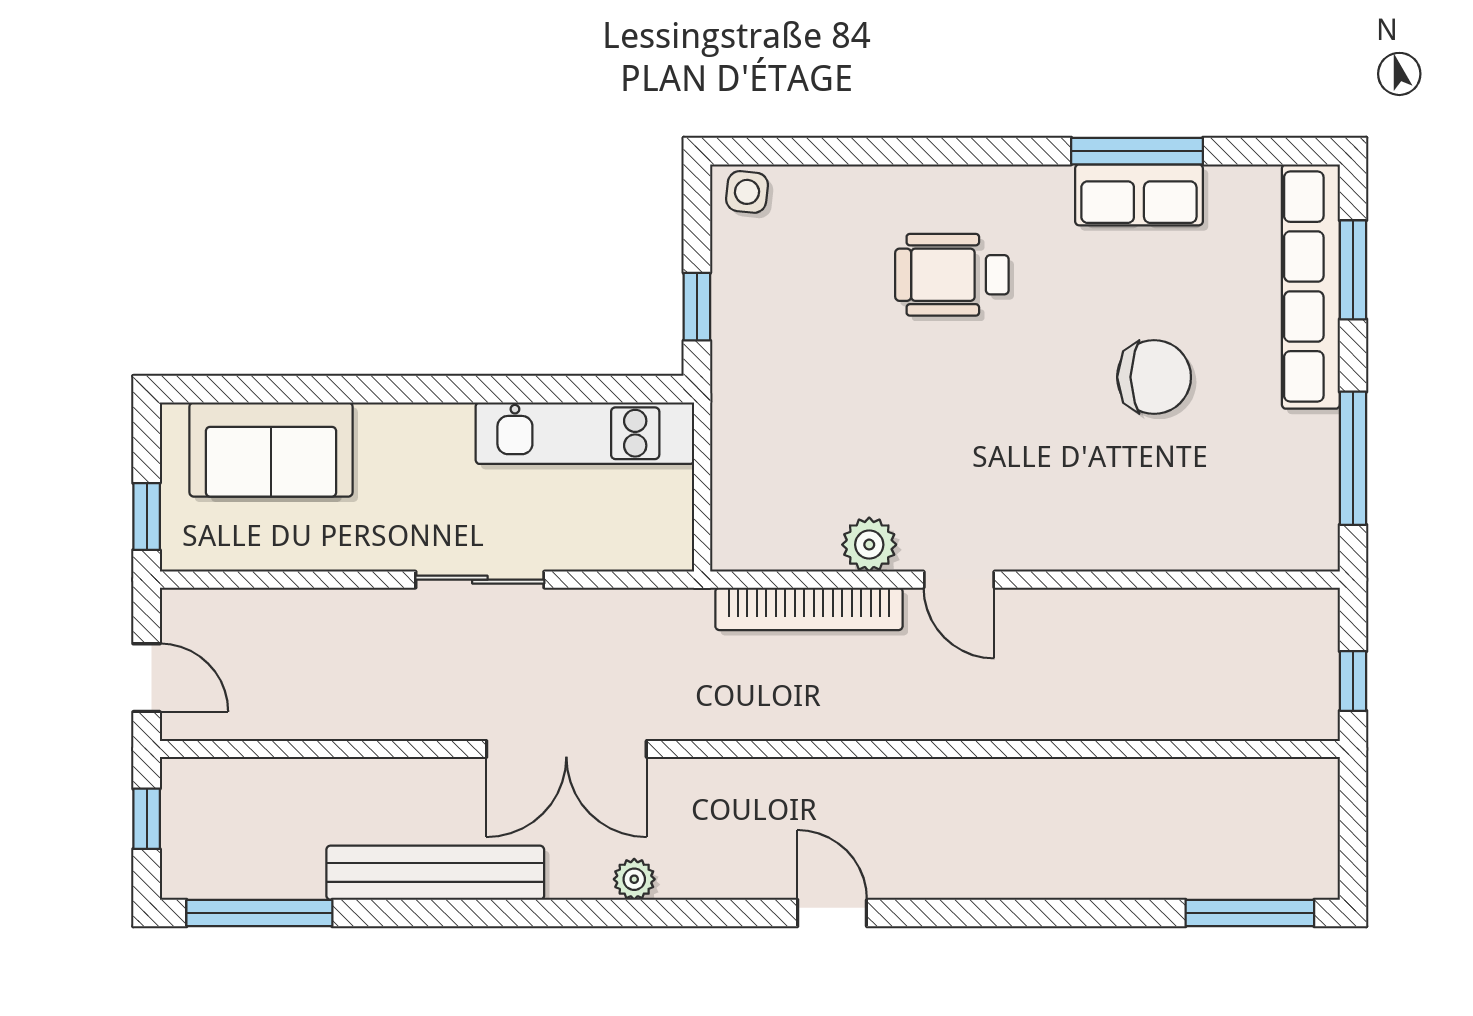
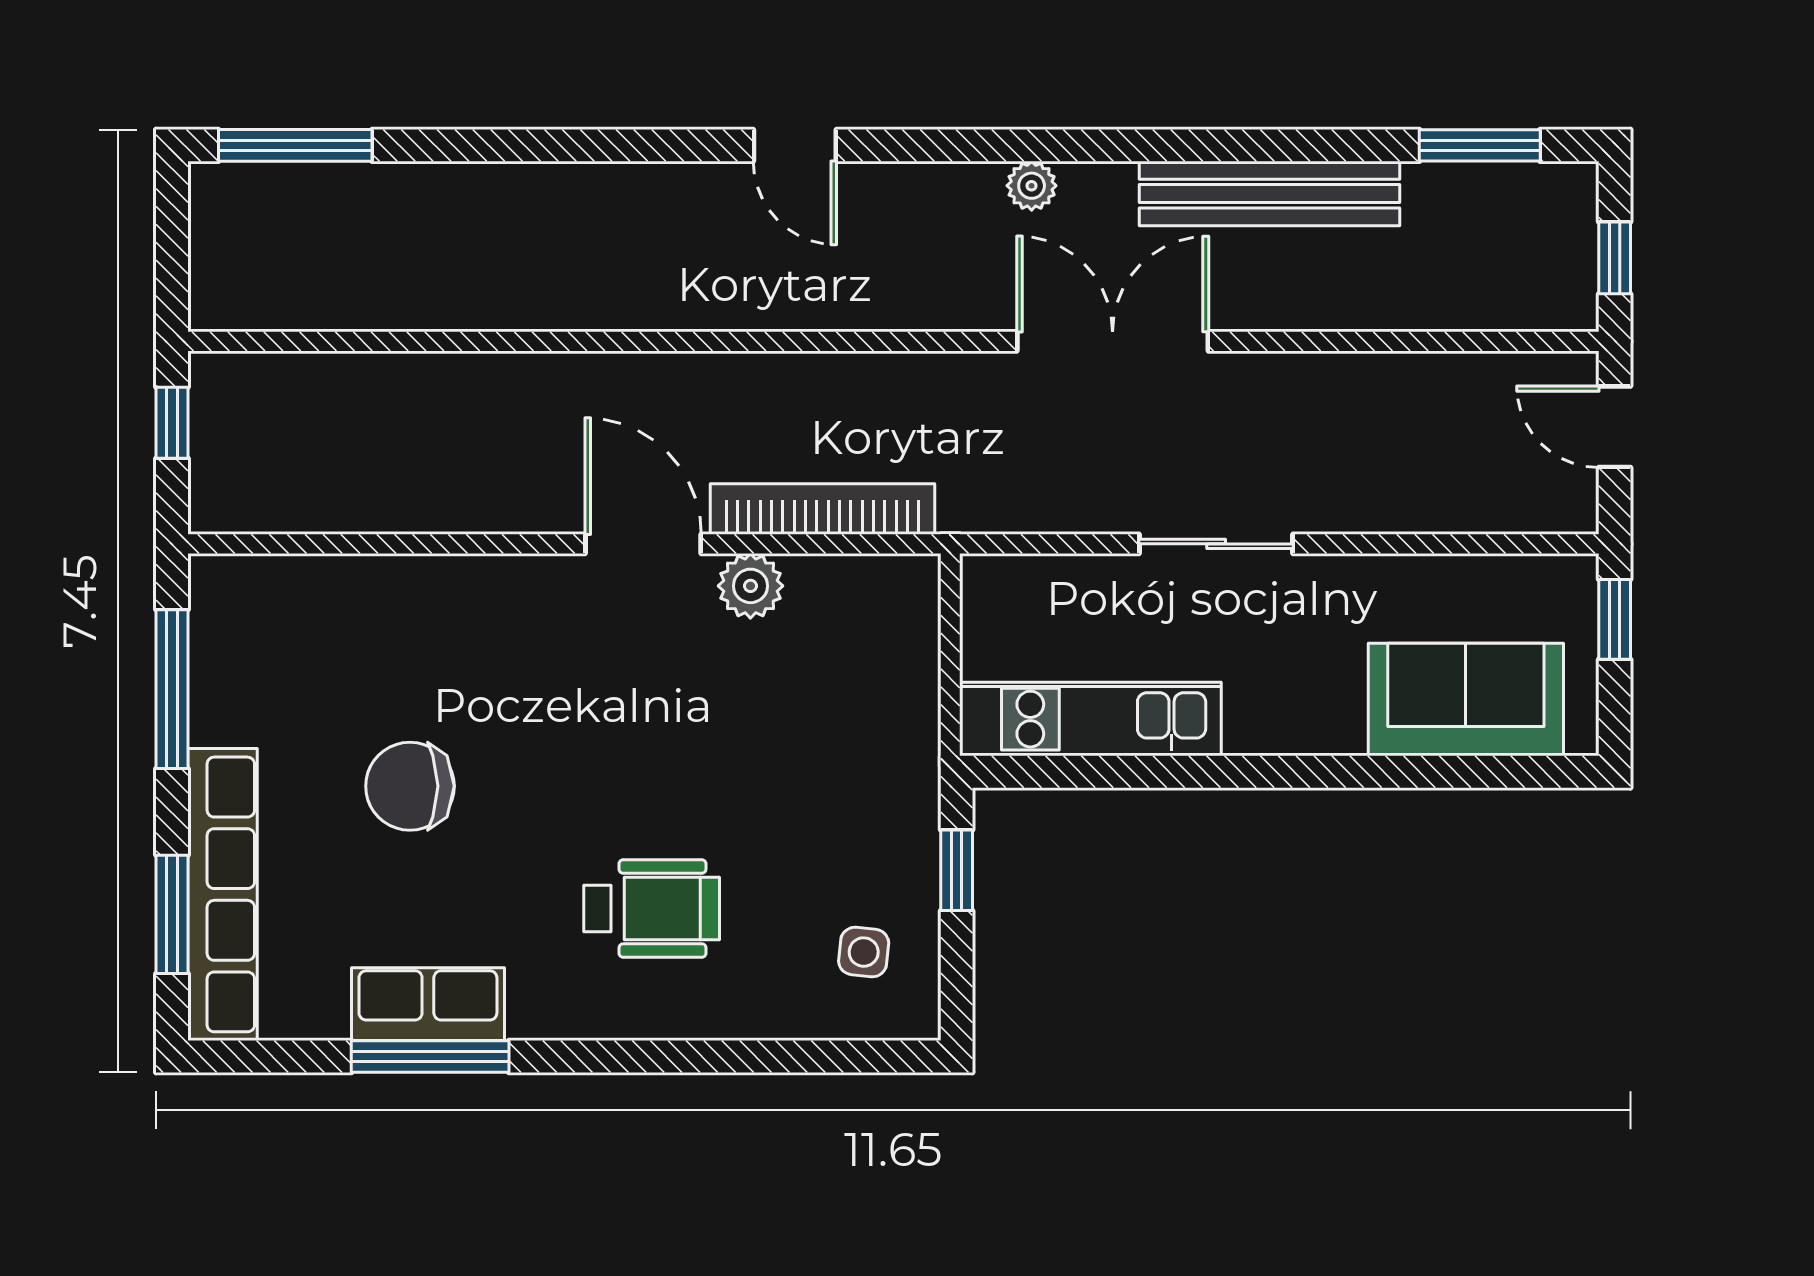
side table: (747, 192) -> (864, 952), moved
door: (959, 580) -> (643, 544), width x1.38
window: (259, 913) -> (1480, 145), width x0.69

